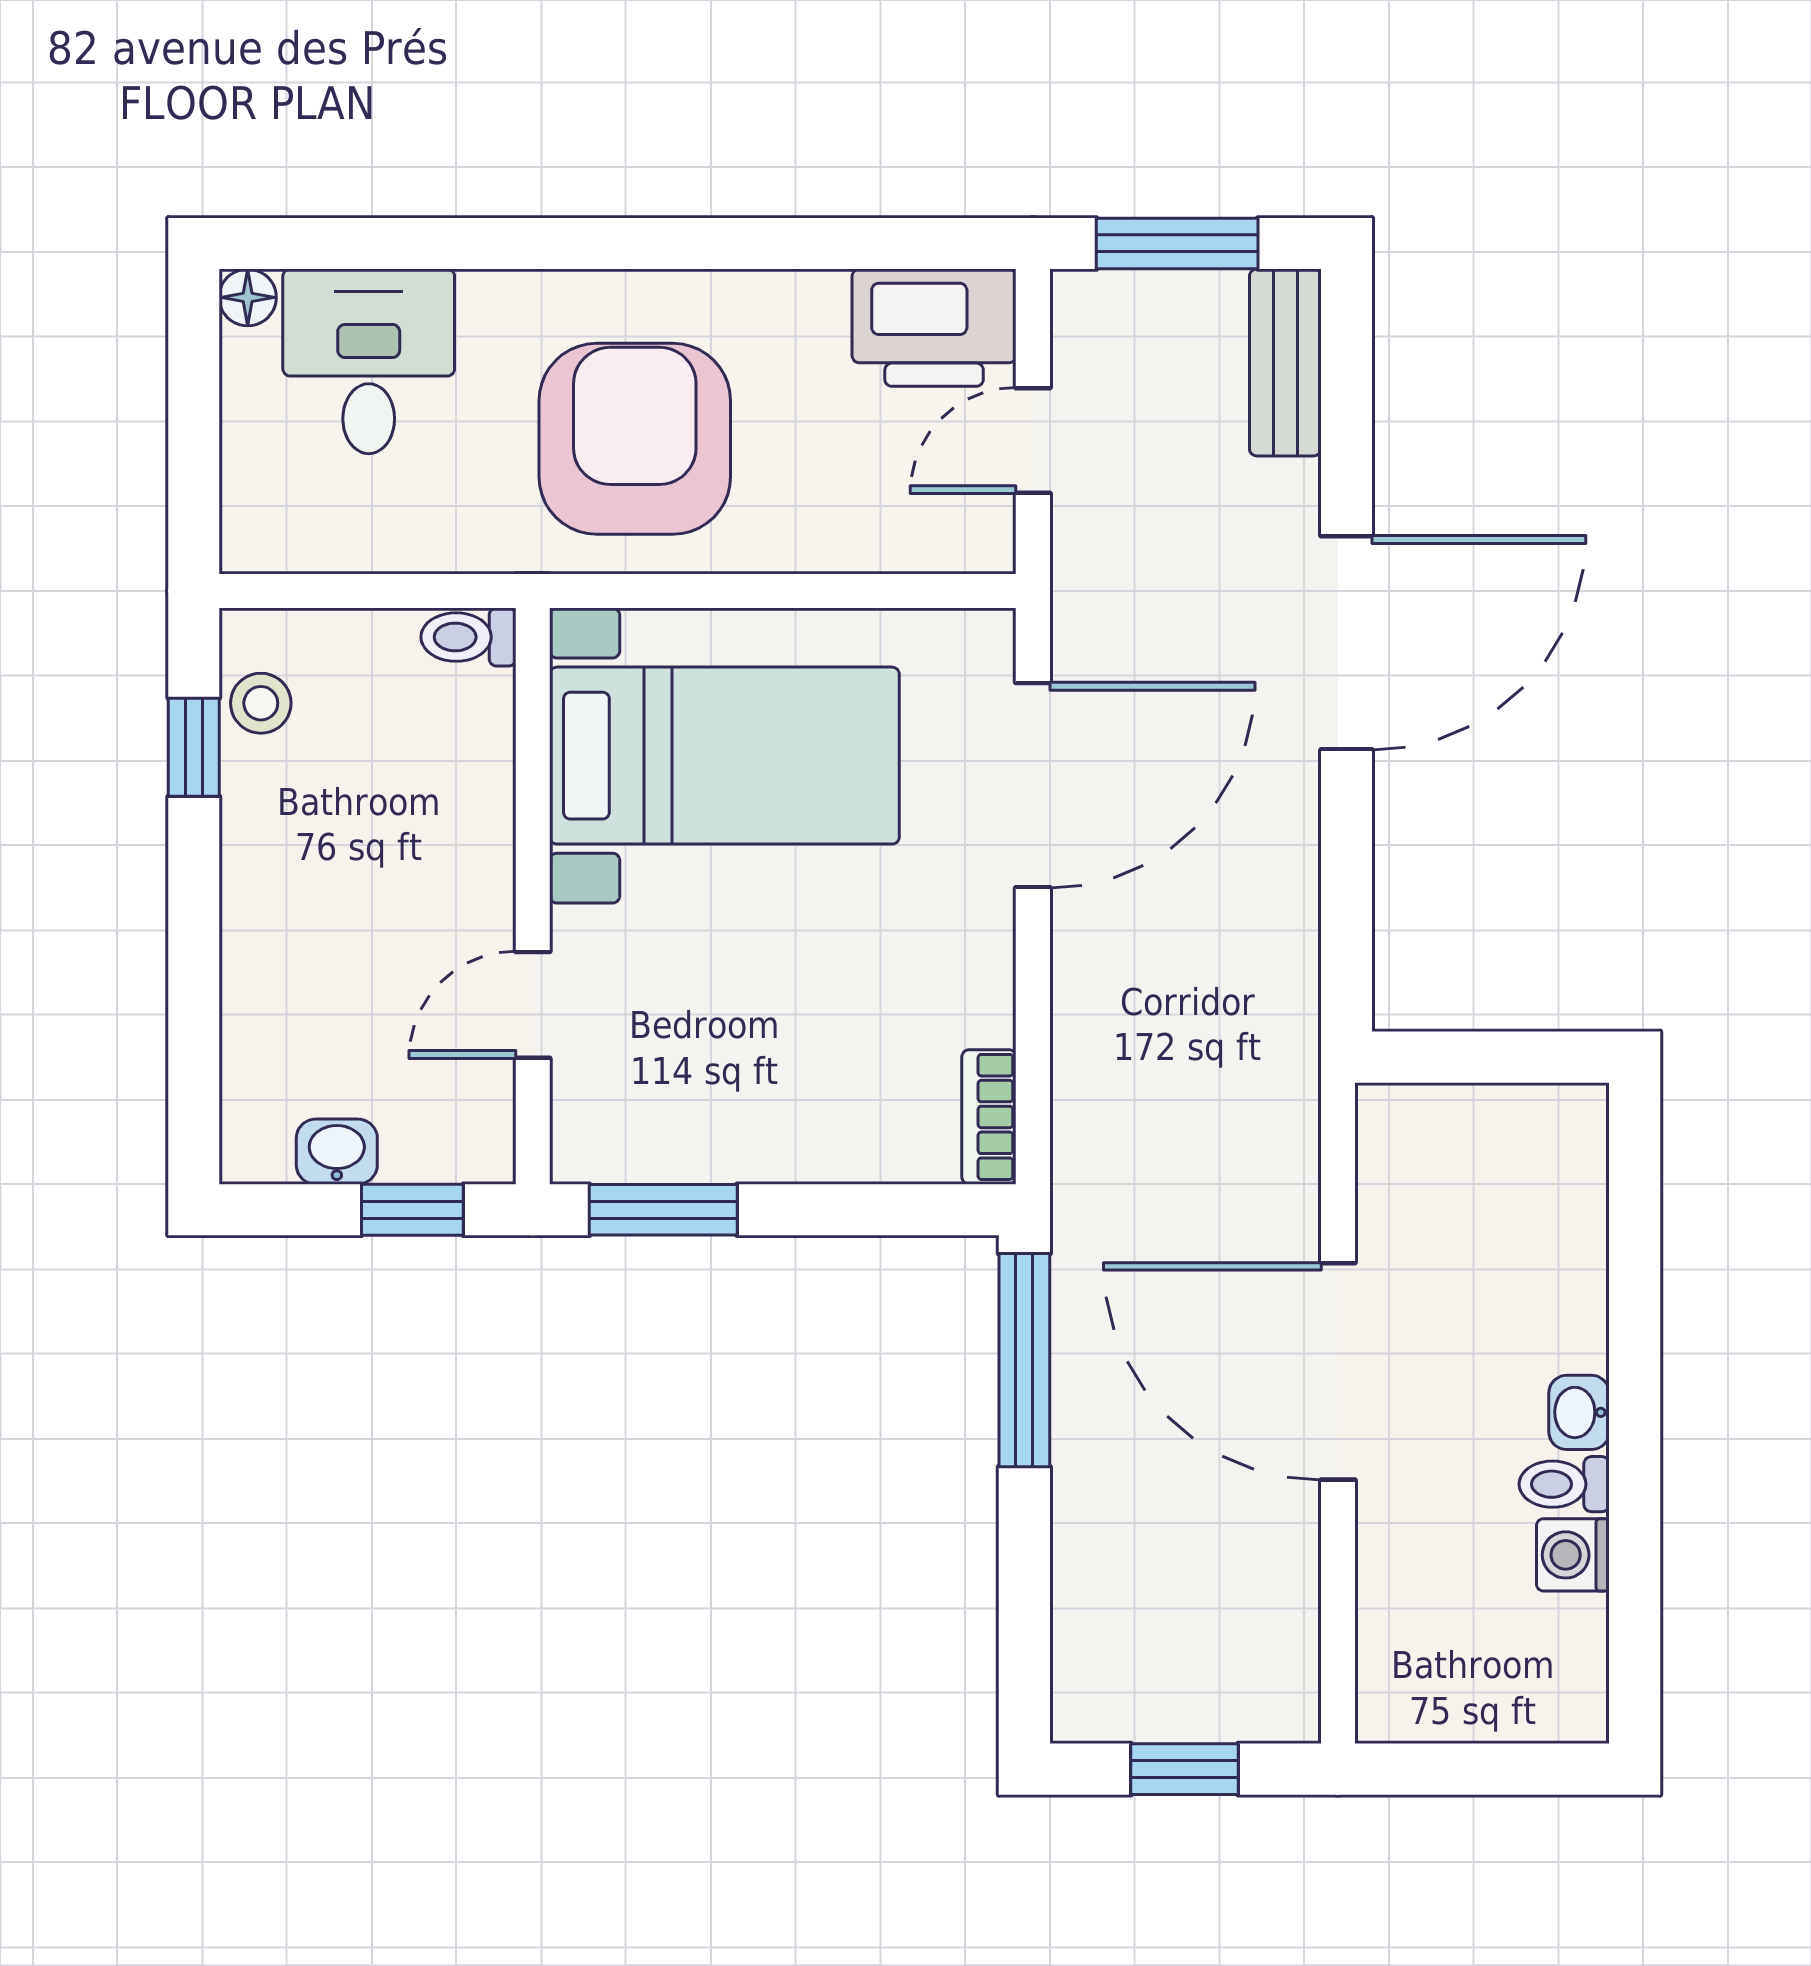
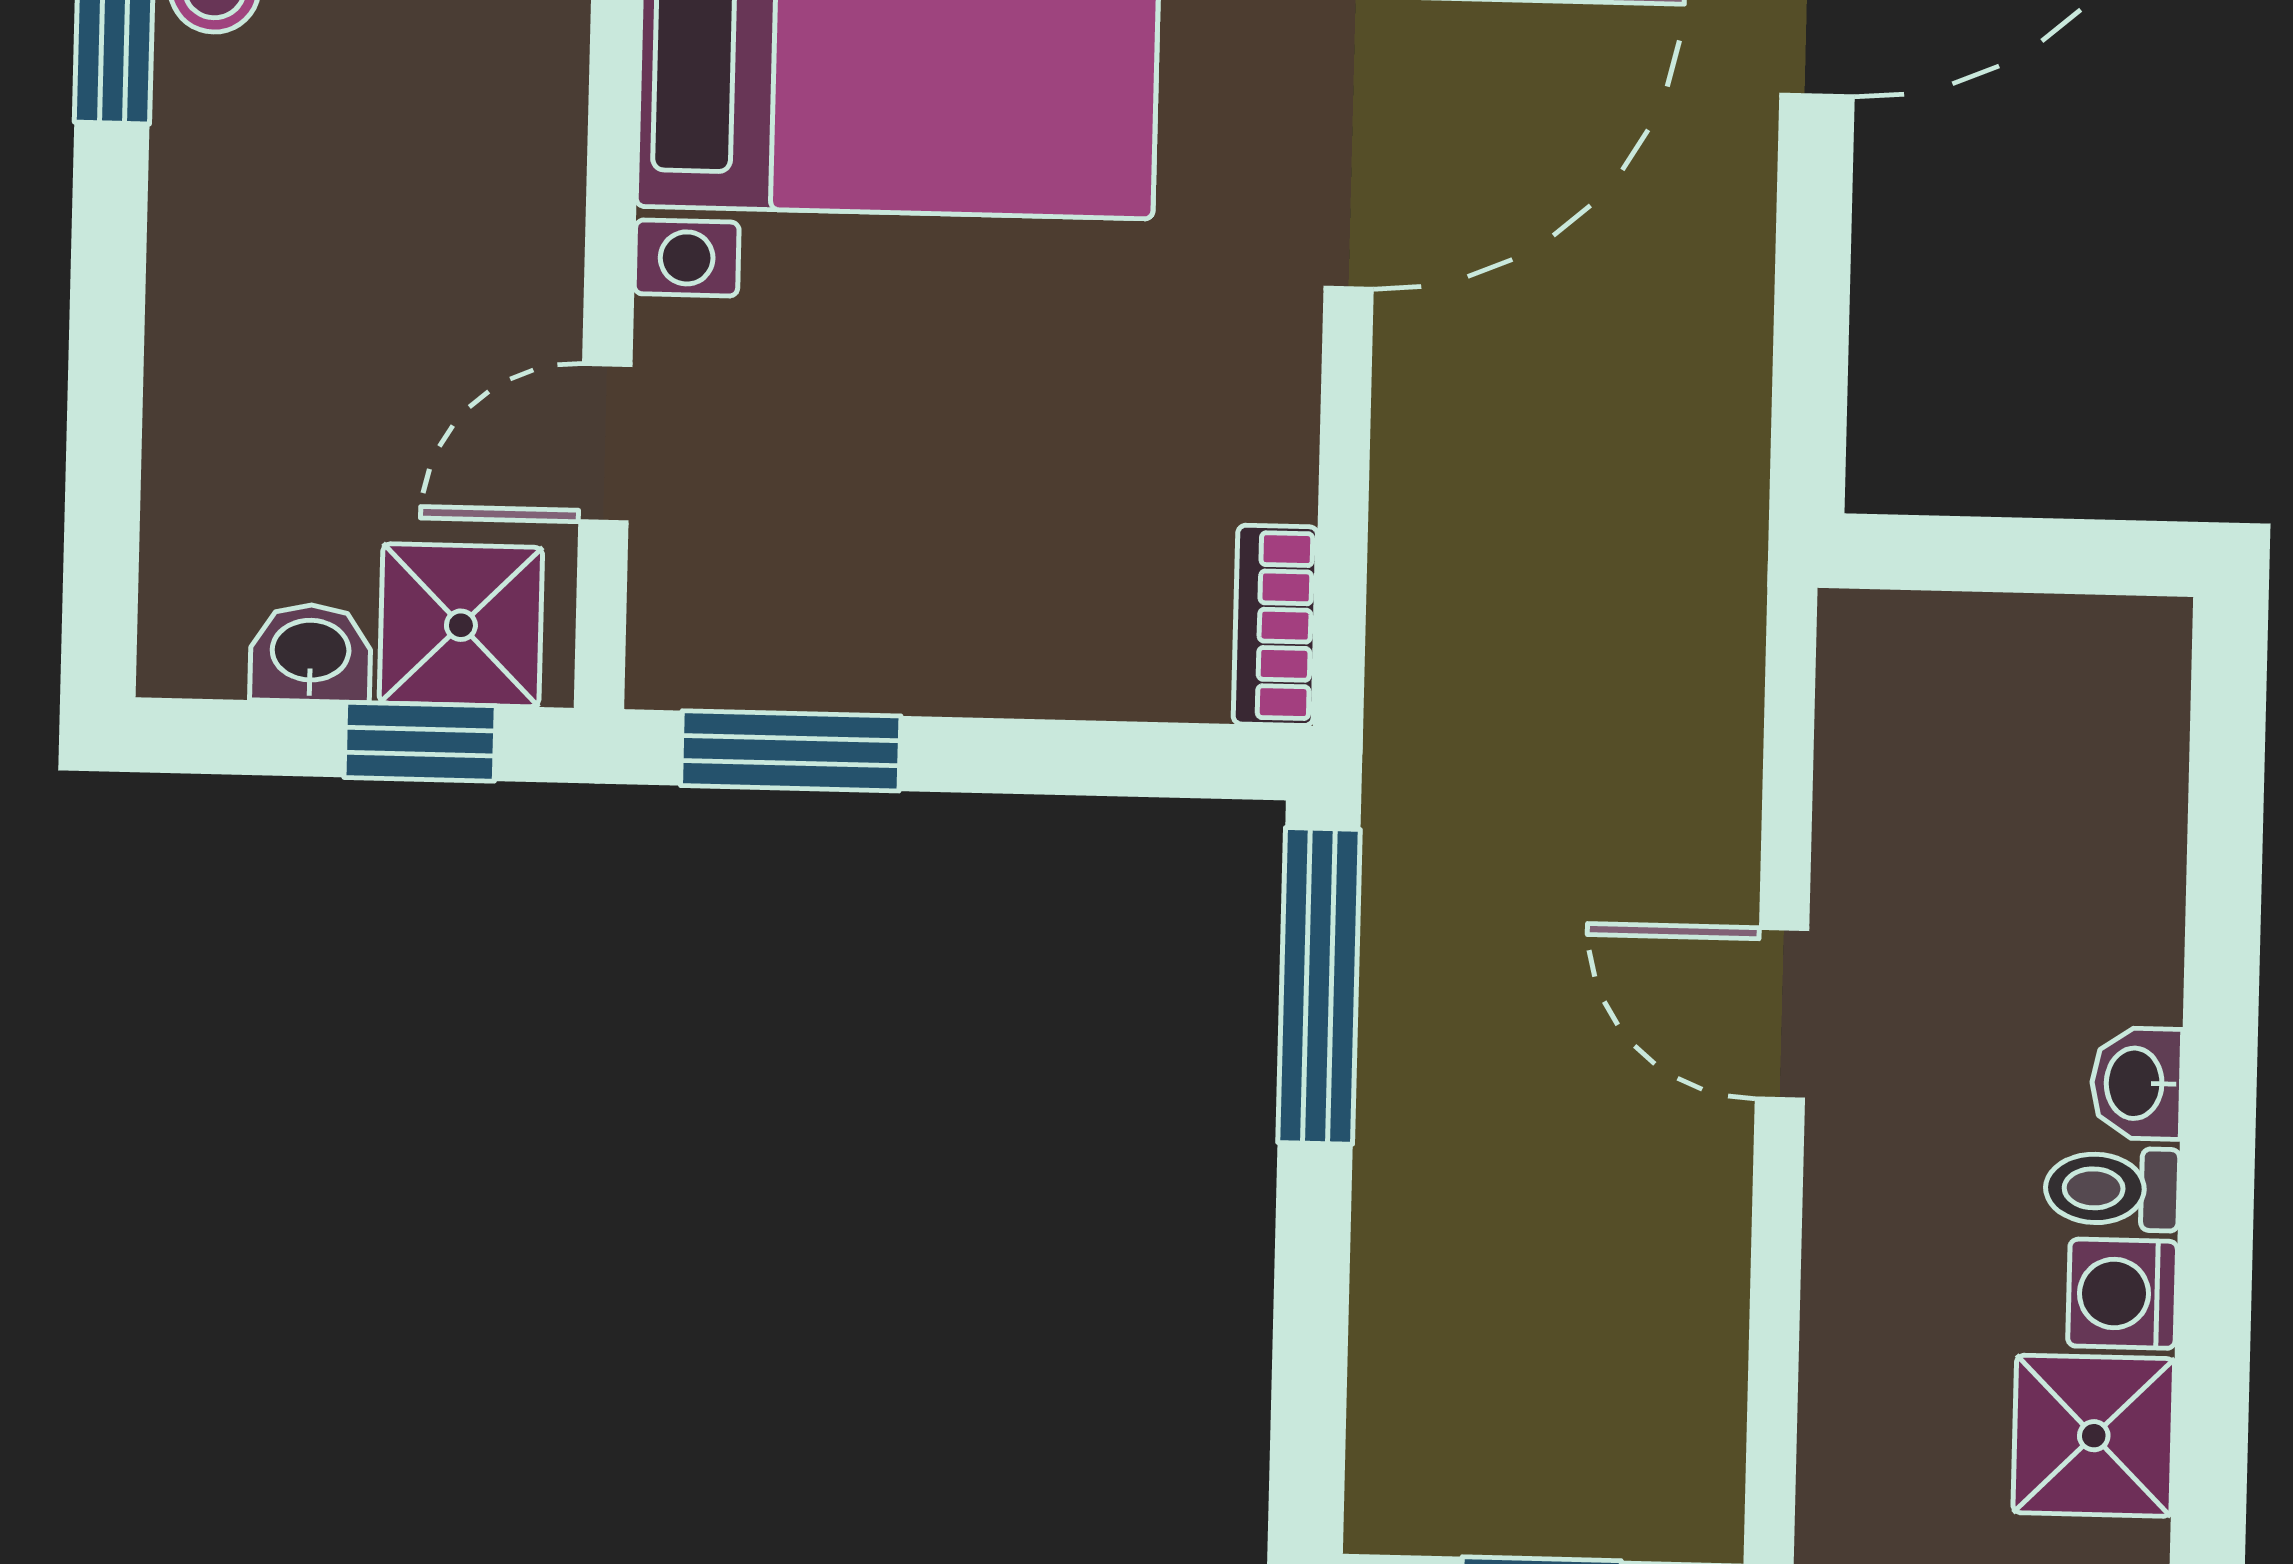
shower: (438, 1130) -> (461, 625), added
door: (1338, 1371) -> (1782, 1014), width x0.53
shower: (1556, 1651) -> (2094, 1436), added

